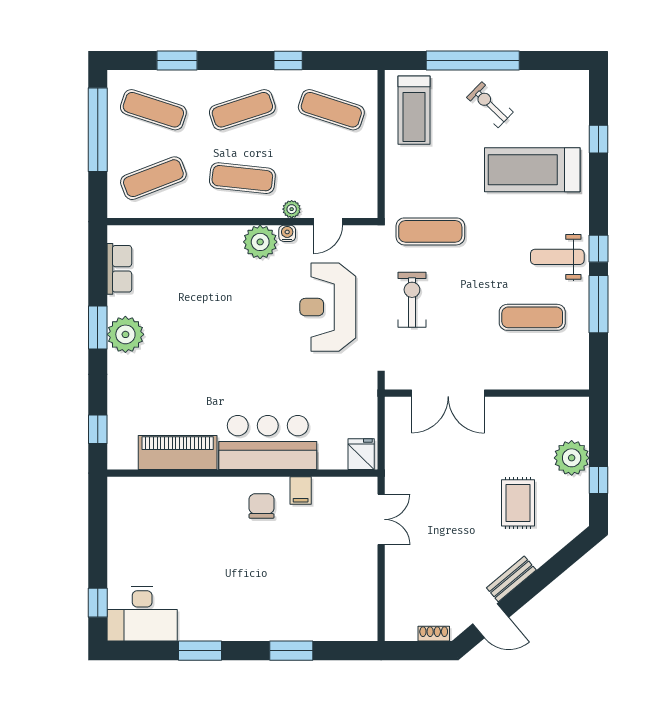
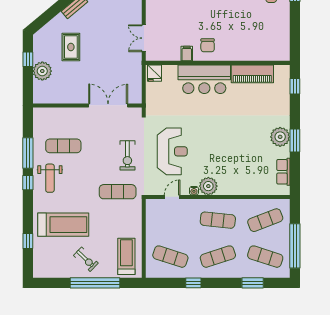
plant: (292, 209) -> (192, 204), removed
weight bench: (557, 257) -> (50, 178), turned 90

